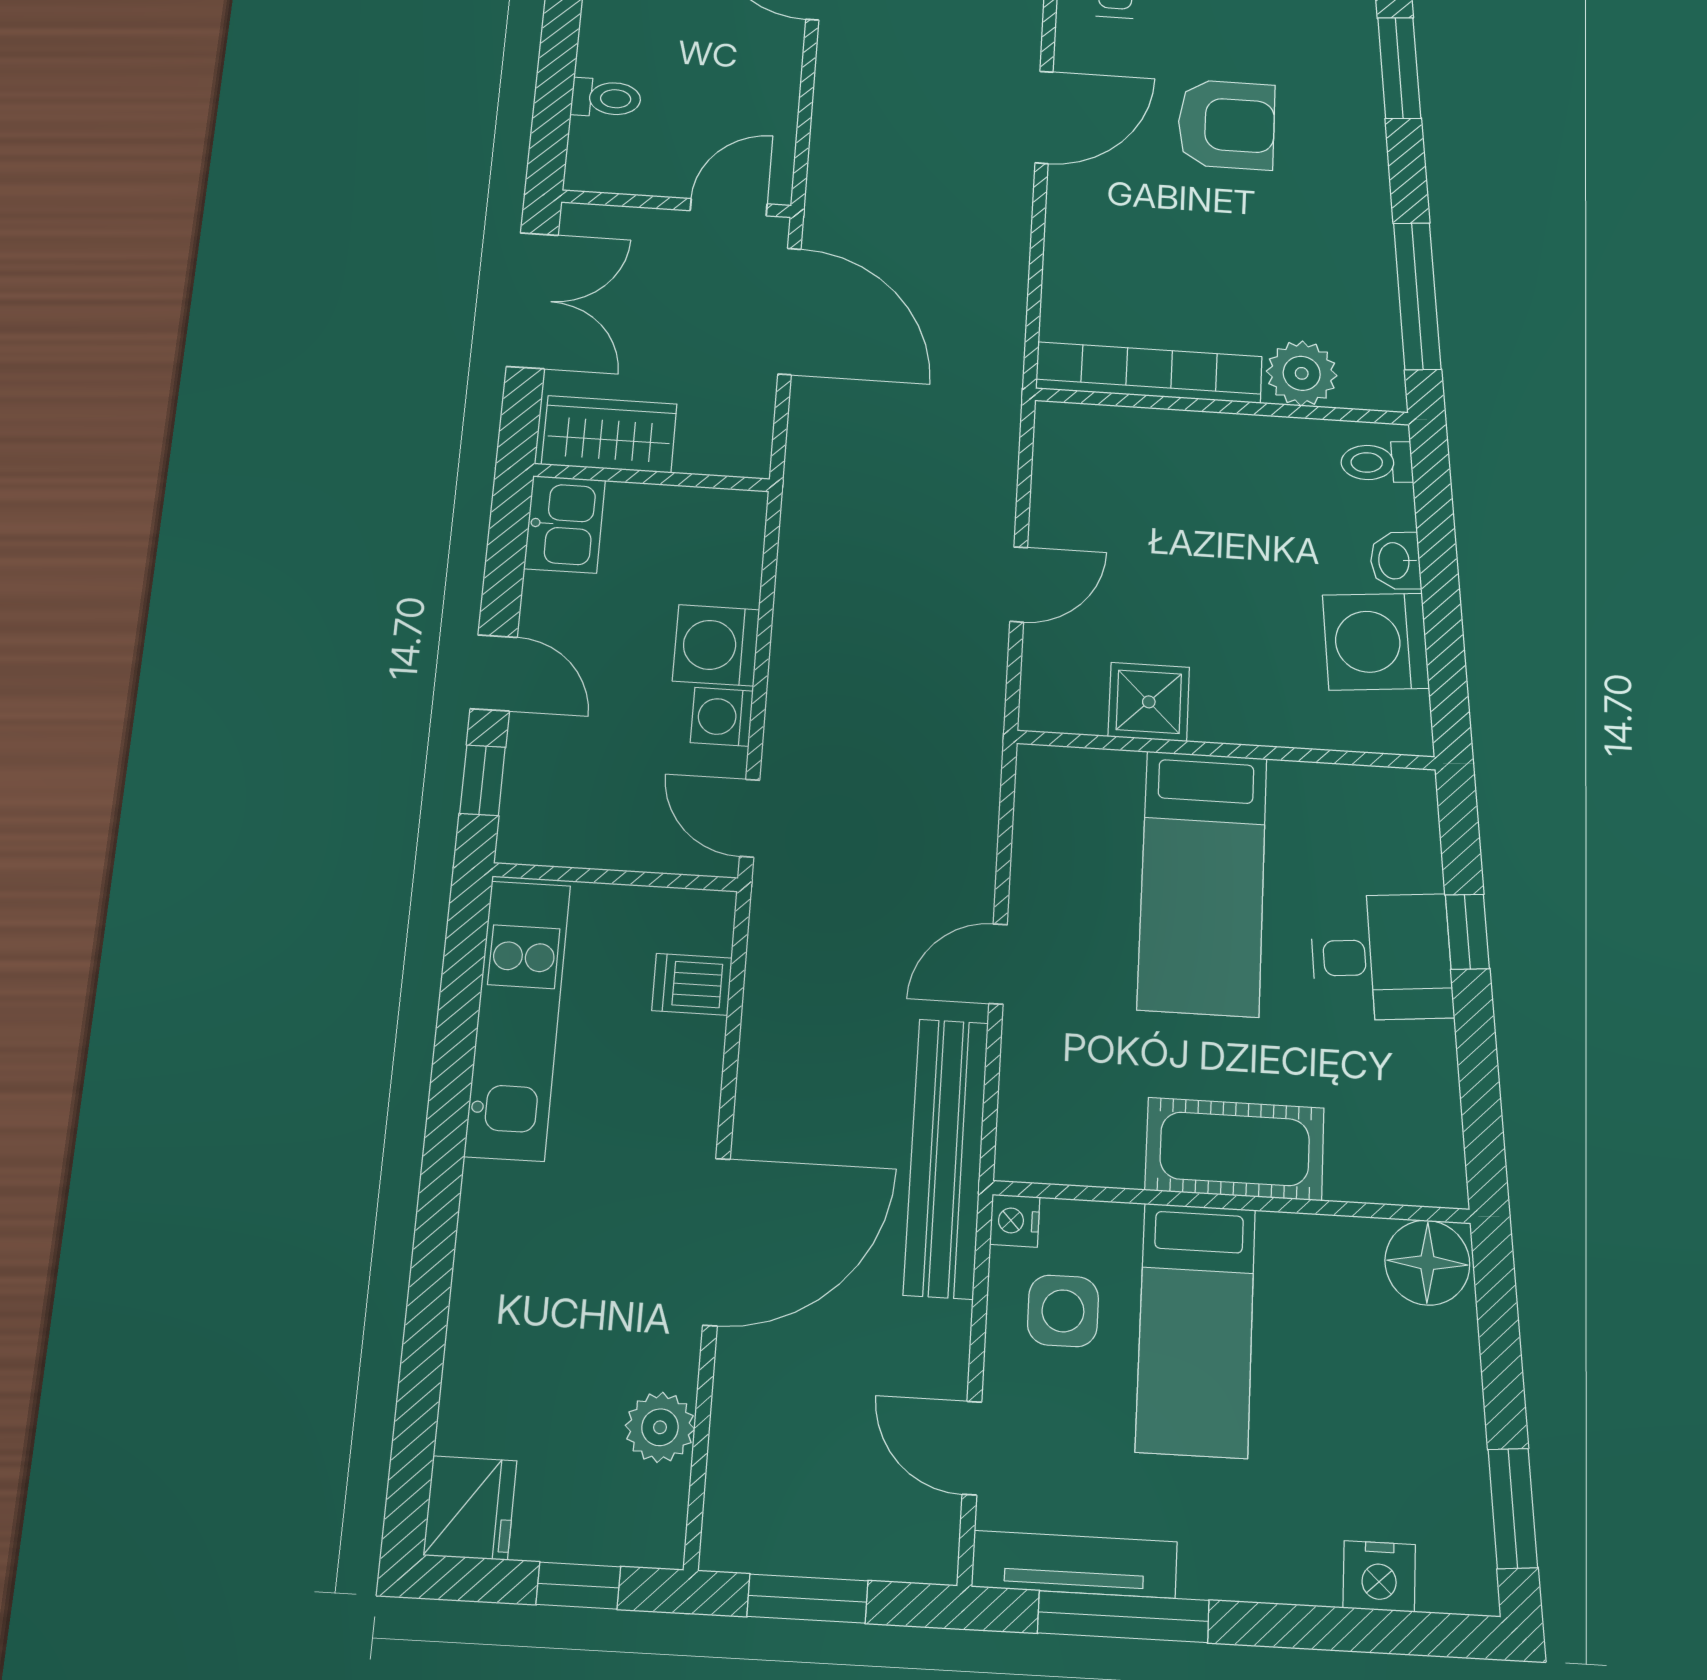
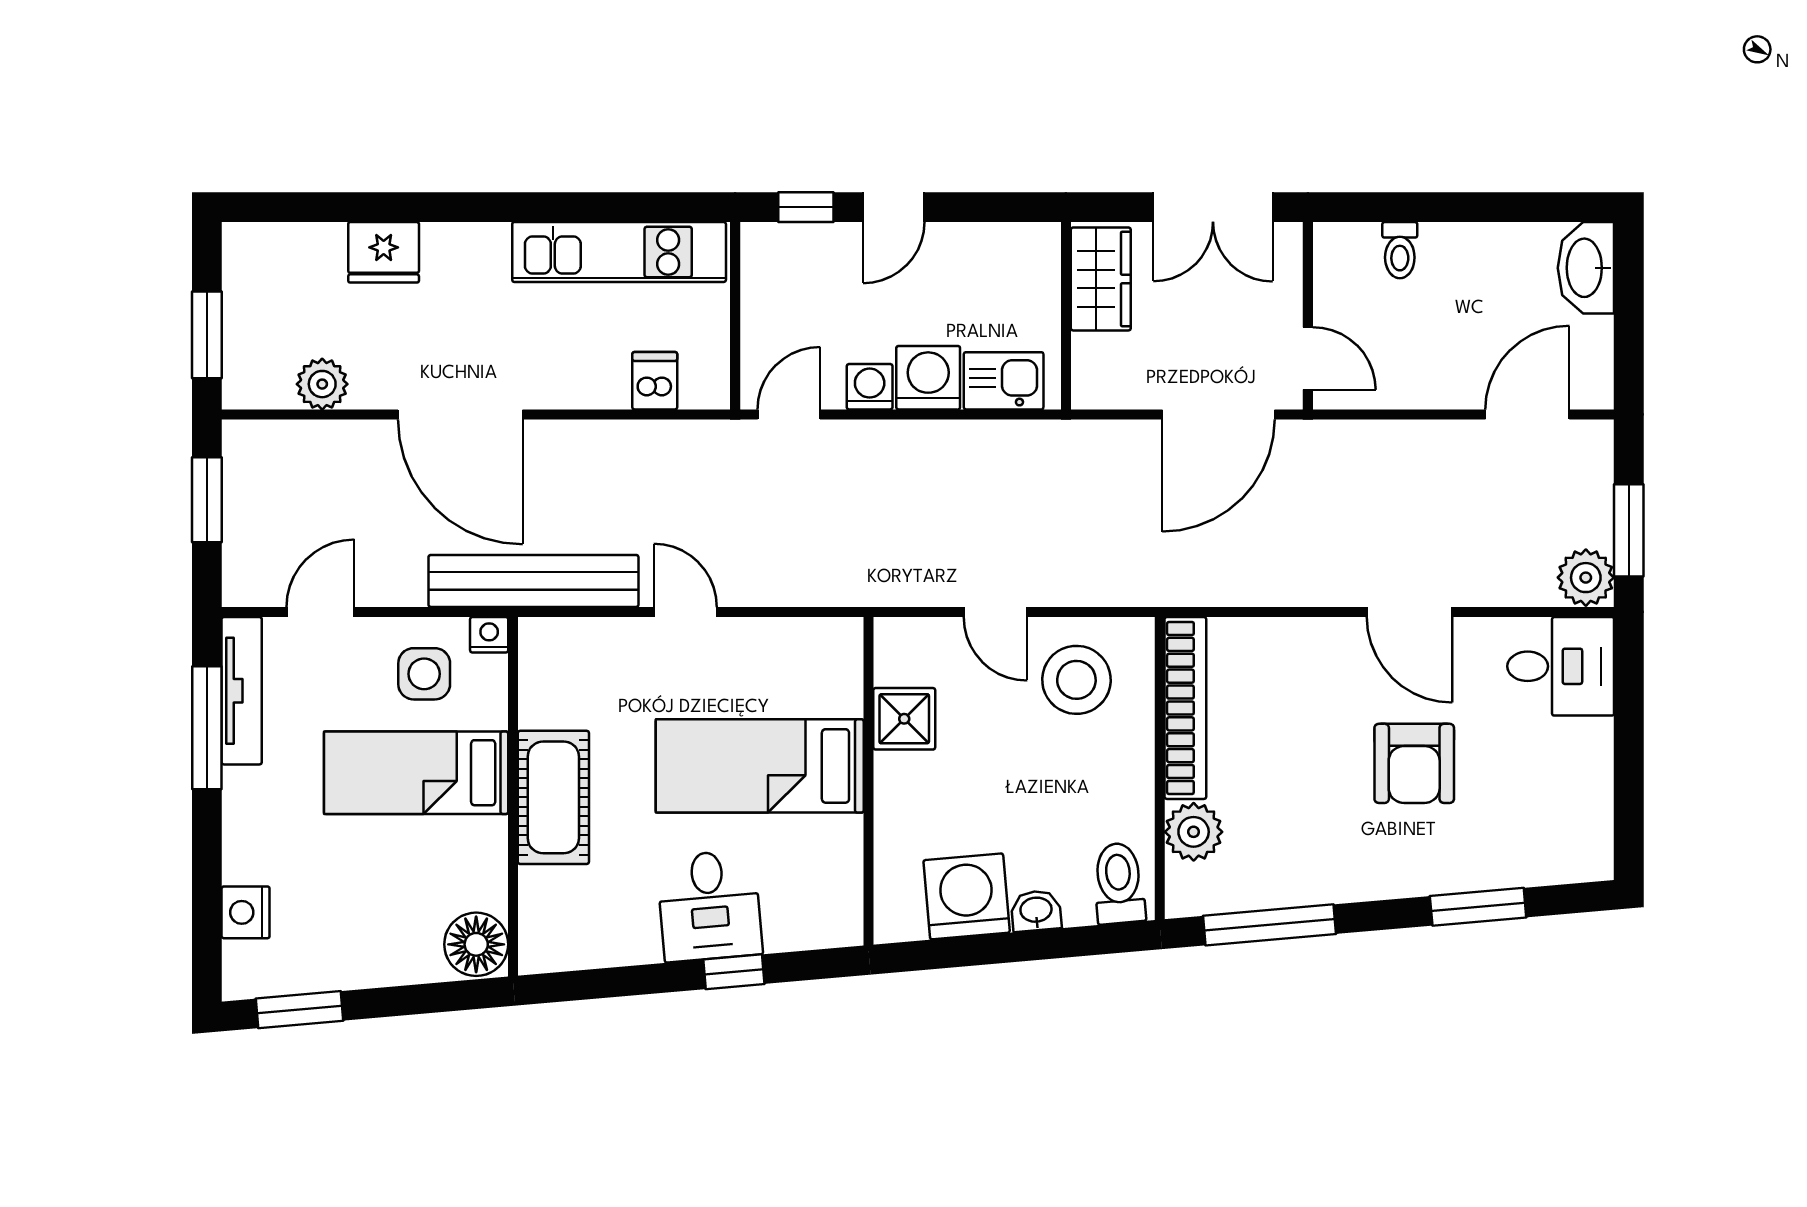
toilet: (1377, 462) -> (1119, 883), width x1.37, depth x1.39
stool: (1109, 495) -> (1076, 680), added
kitchen sink: (565, 524) -> (1004, 381), moved, turned 180
fridge: (470, 1508) -> (384, 252), moved
window: (578, 1586) -> (207, 335), width x1.50

